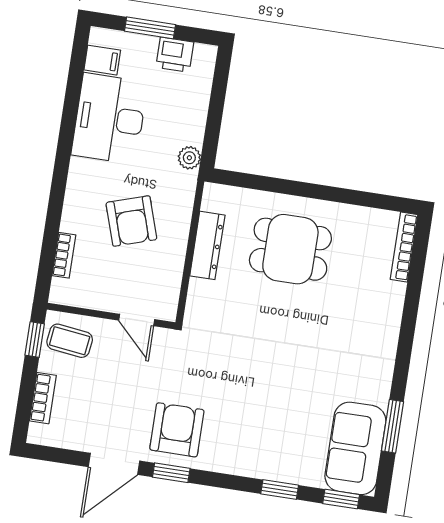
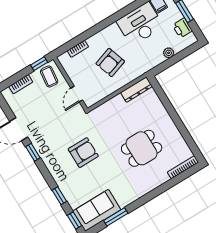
plant: (189, 158) -> (169, 53), moved
dresser: (207, 245) -> (136, 90), moved
dining table: (290, 249) -> (142, 148), moved, turned 90
armchair: (177, 430) -> (83, 153), moved

